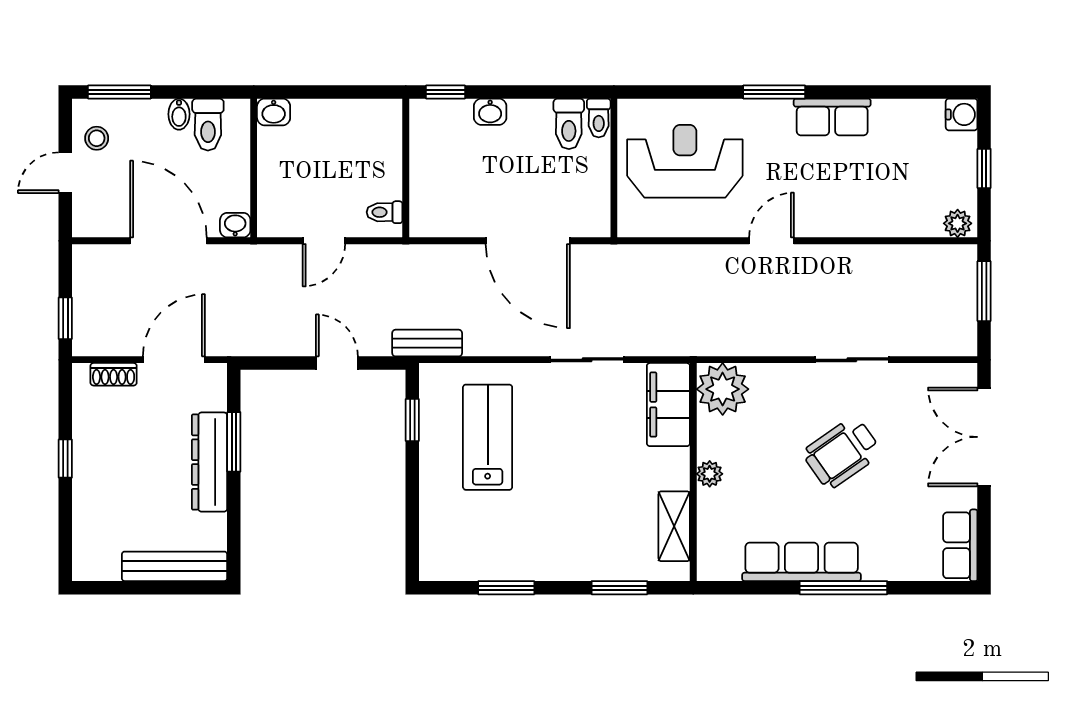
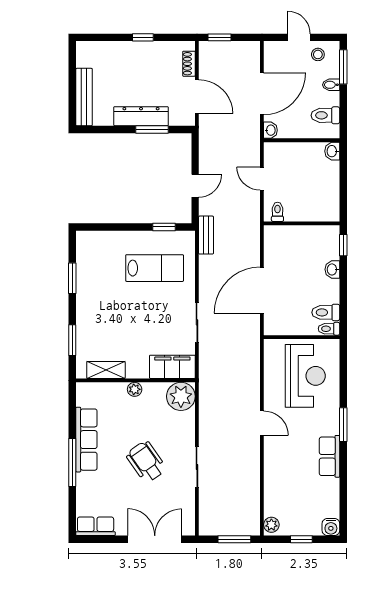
bidet: (179, 114) -> (331, 85), moved

